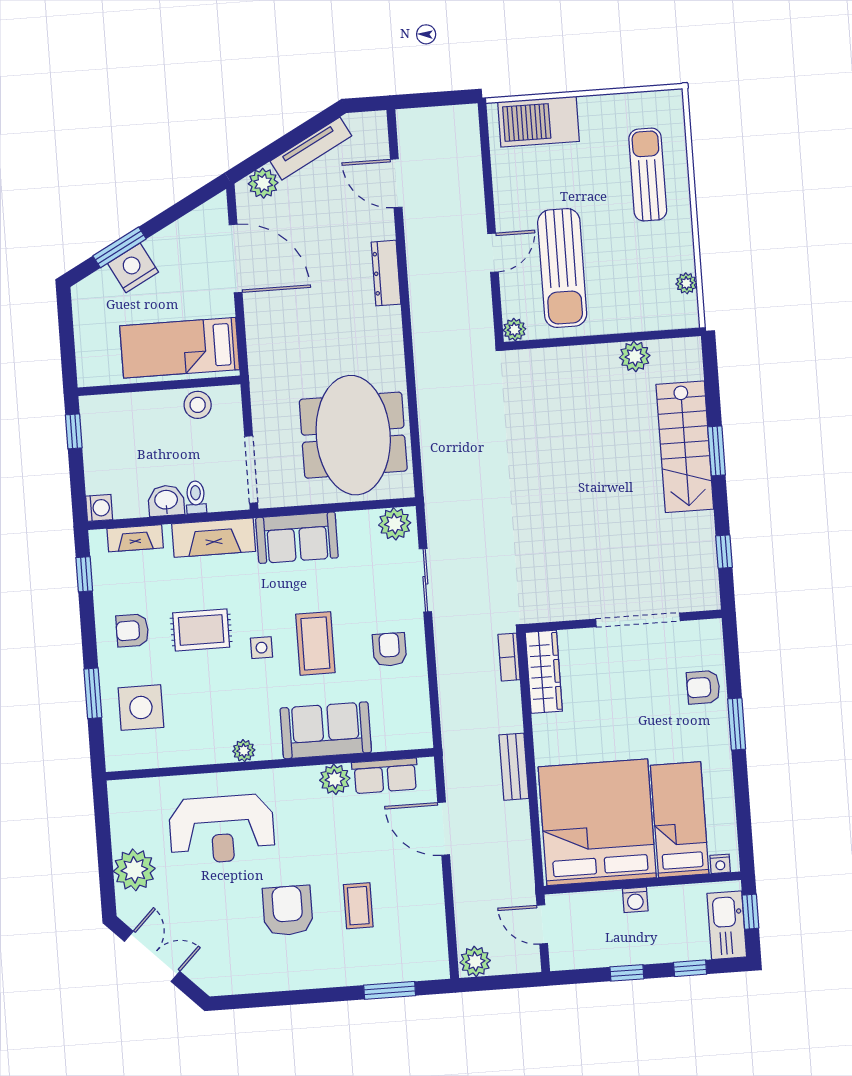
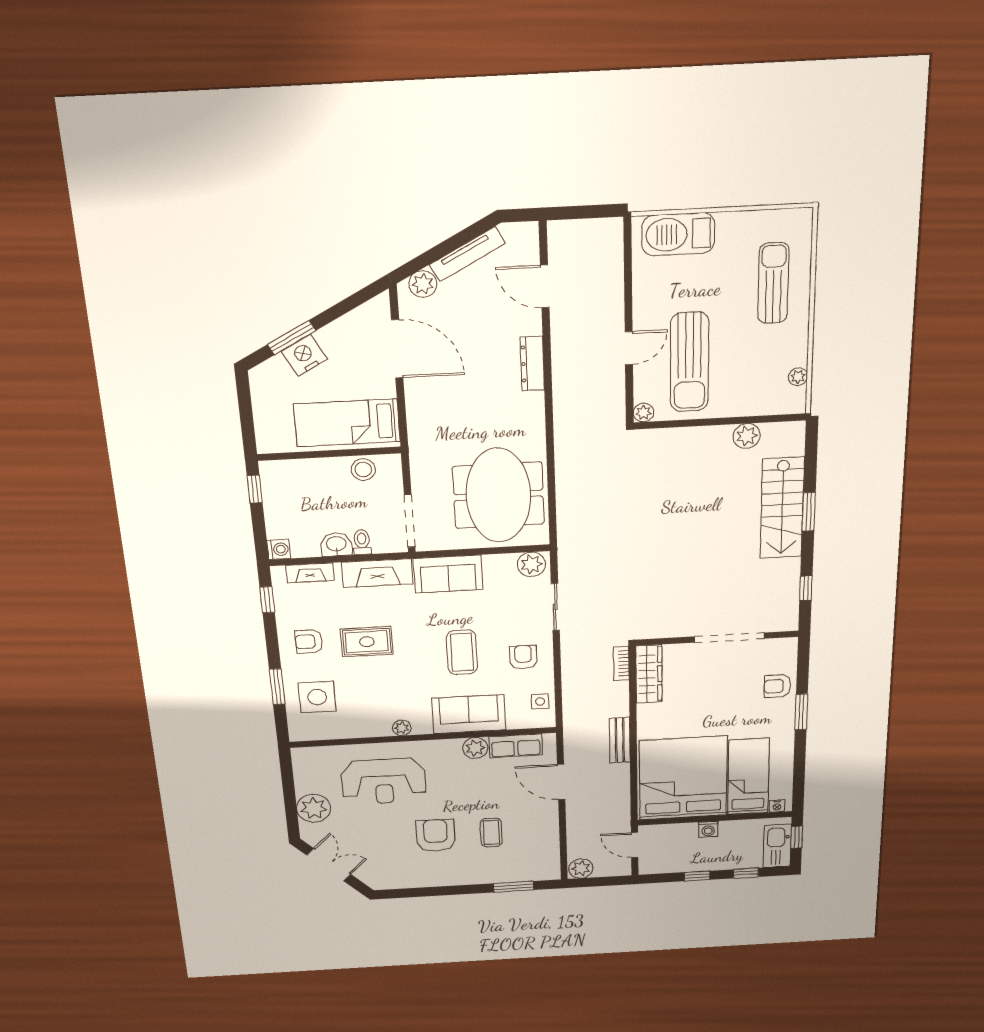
side table: (262, 648) -> (540, 701), moved

